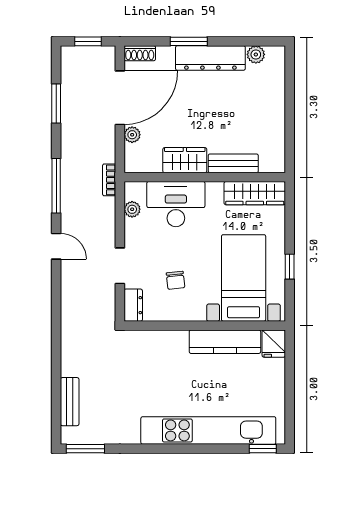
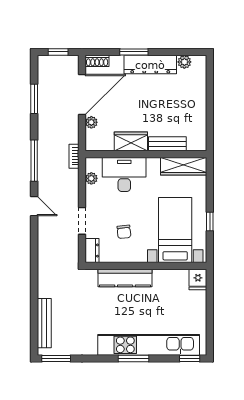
kitchen counter: (225, 342) -> (125, 278), moved
bench: (70, 402) -> (44, 323), width x1.36
window: (188, 449) -> (133, 358), added

